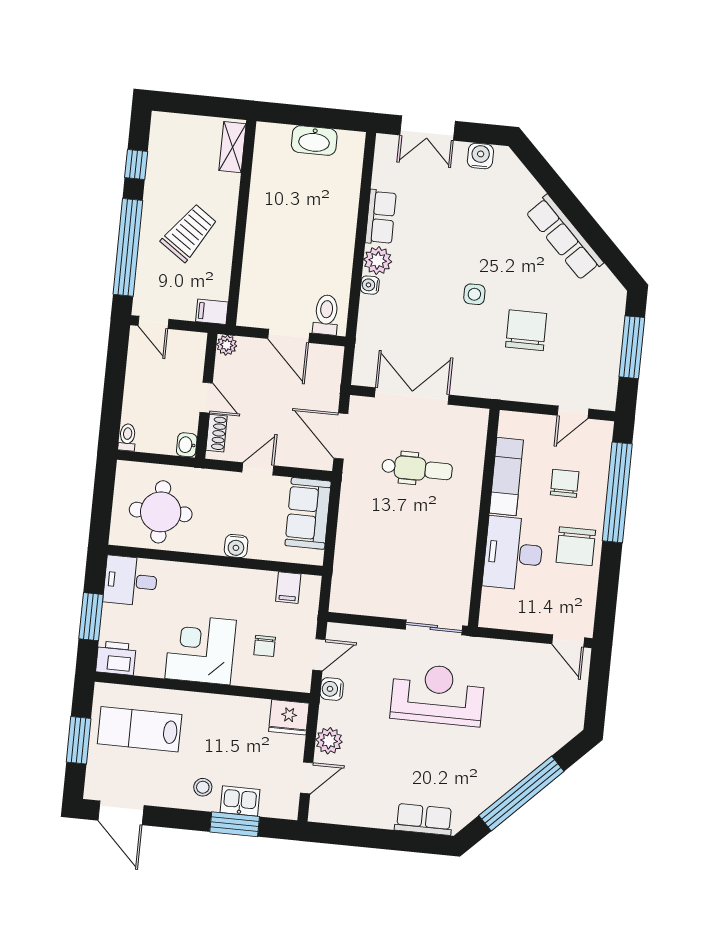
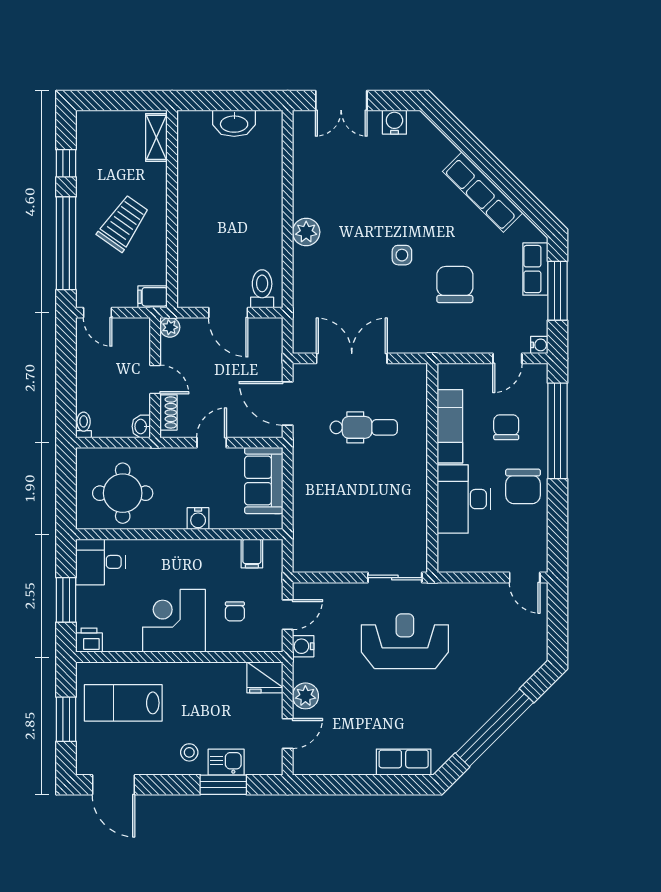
row of seats: (381, 217) -> (535, 269), moved, turned 180
water cooler: (370, 285) -> (539, 345), moved, turned 180
printer: (116, 658) -> (89, 640), width x0.73, depth x0.81

